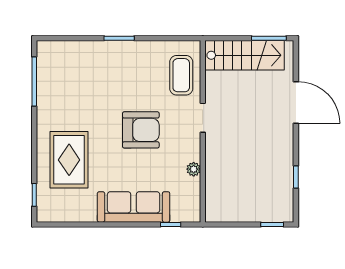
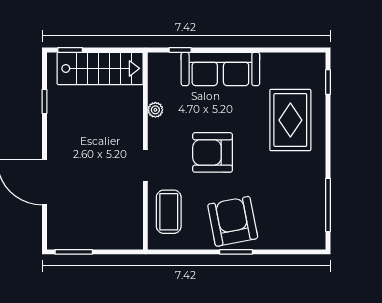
stairs: (244, 55) -> (100, 68), moved, turned 180
armchair: (122, 66) -> (233, 221), added

